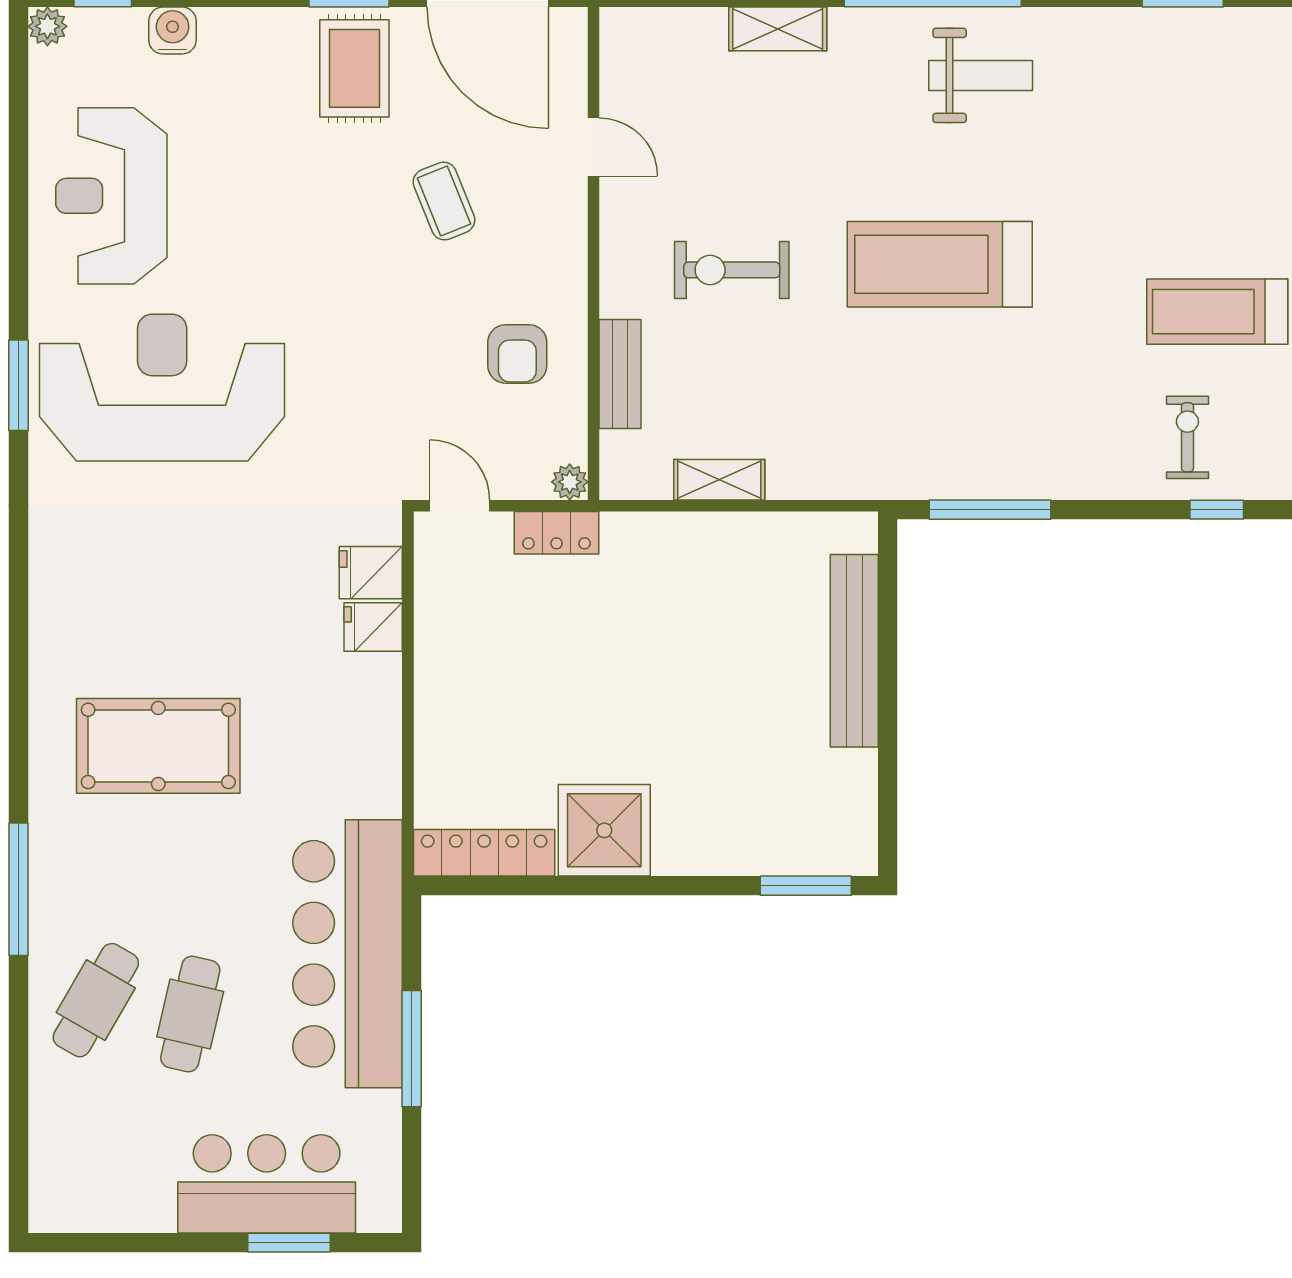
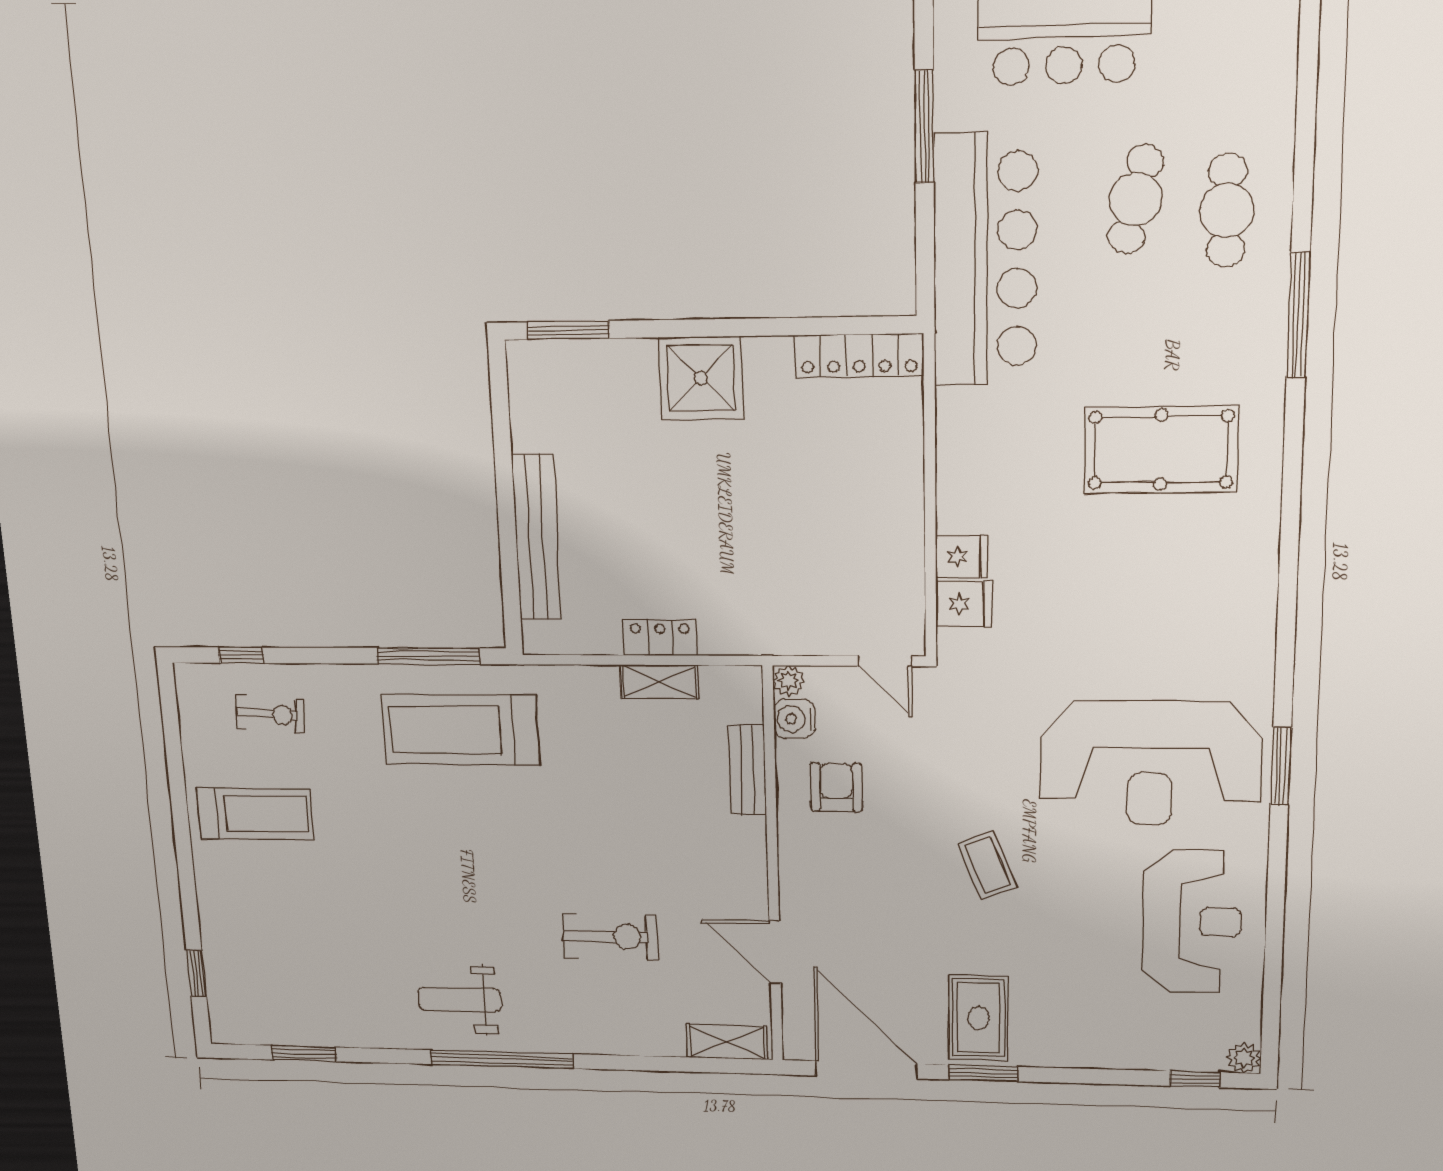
shelving: (778, 29) -> (727, 1042), moved
water cooler: (173, 31) -> (794, 719), moved, turned 90
door: (594, 147) -> (775, 952), width x1.38
coffee table: (444, 201) -> (987, 865), moved
treadmill: (940, 264) -> (461, 730), moved, turned 180
exercise bike: (732, 270) -> (610, 937), moved
exercise bike: (1187, 437) -> (270, 714), turned -86
locker: (556, 533) -> (660, 638), moved
shower: (604, 830) -> (701, 378), moved
cafe table: (96, 1000) -> (1227, 210), turned -30
window: (412, 1049) -> (924, 127), moved

